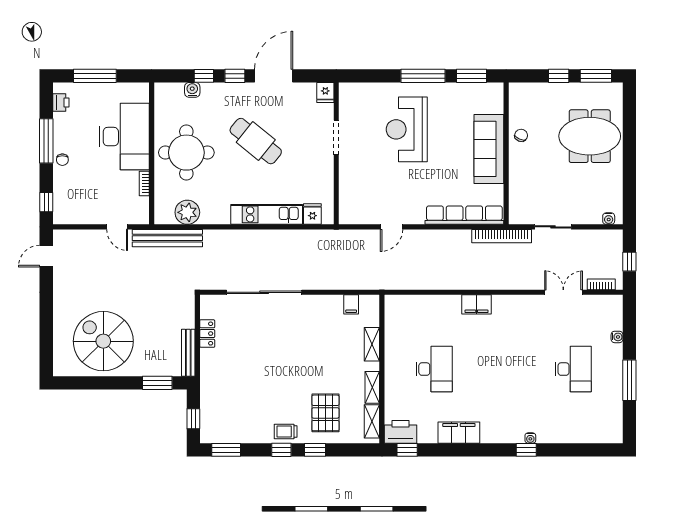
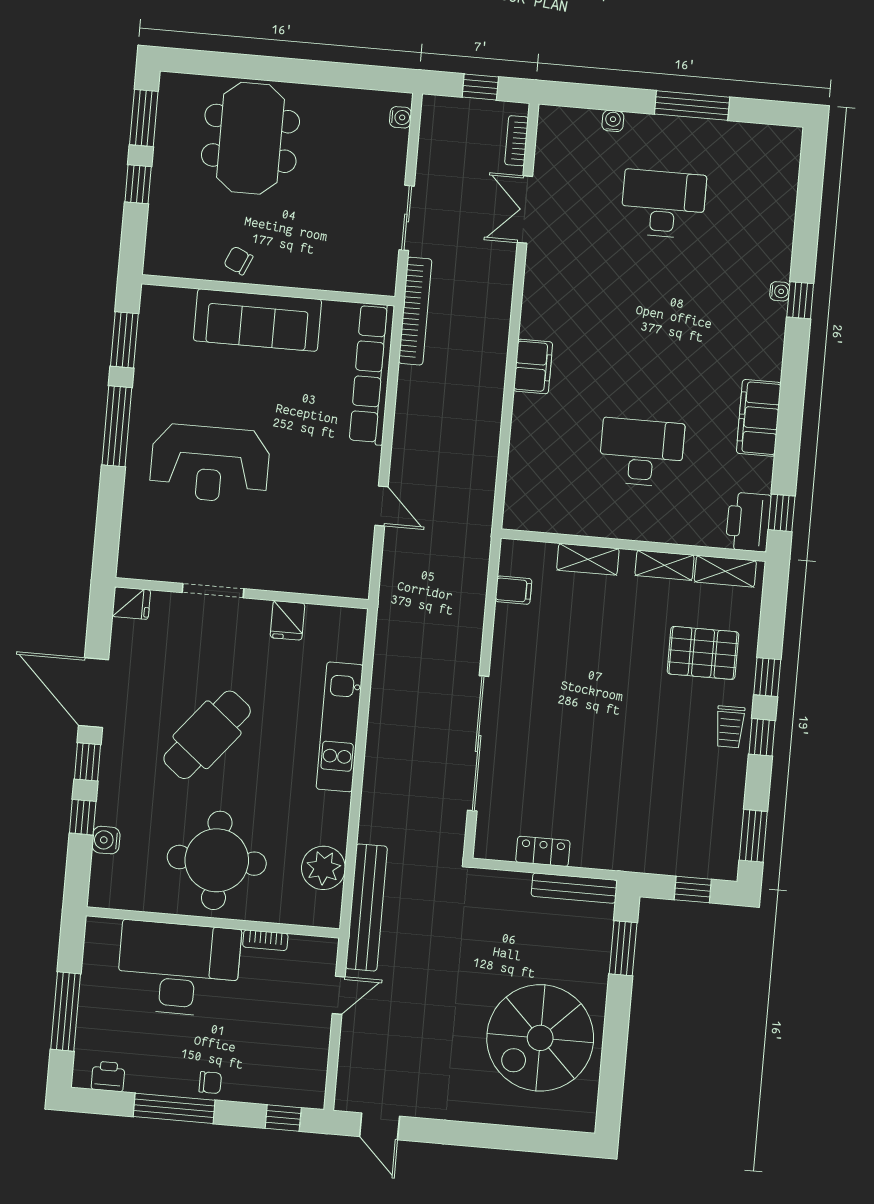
fridge: (312, 214) -> (288, 620), moved, turned -90

